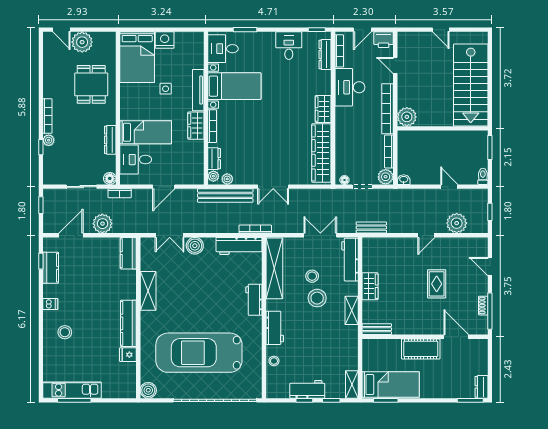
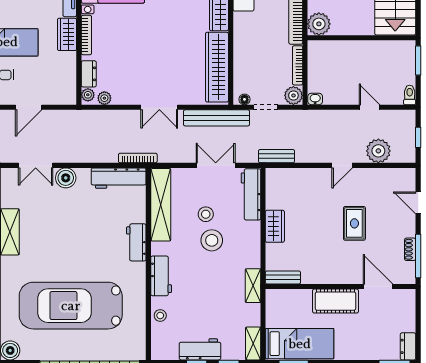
bench: (225, 195) -> (216, 118), moved
shelving: (352, 310) -> (253, 286), moved

